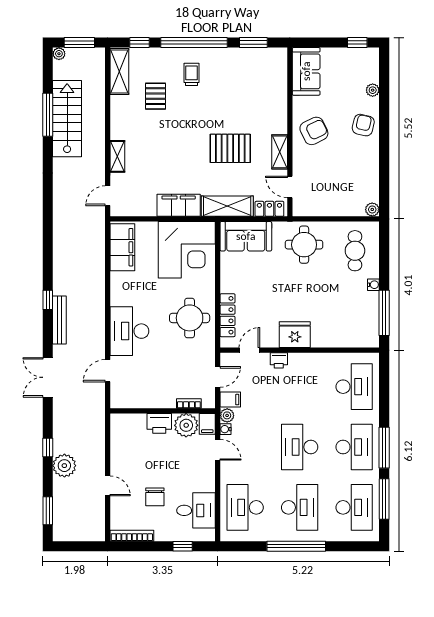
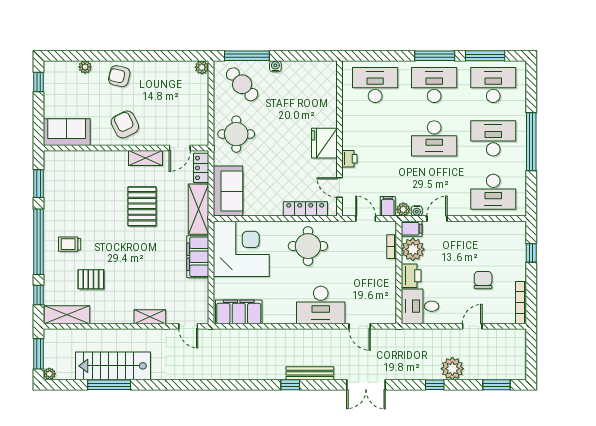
cafe table: (355, 251) -> (242, 84), turned 48
window: (384, 313) -> (247, 56), moved
chair: (155, 497) -> (483, 280), turned -90
desk: (196, 510) -> (420, 306), moved, turned -90

